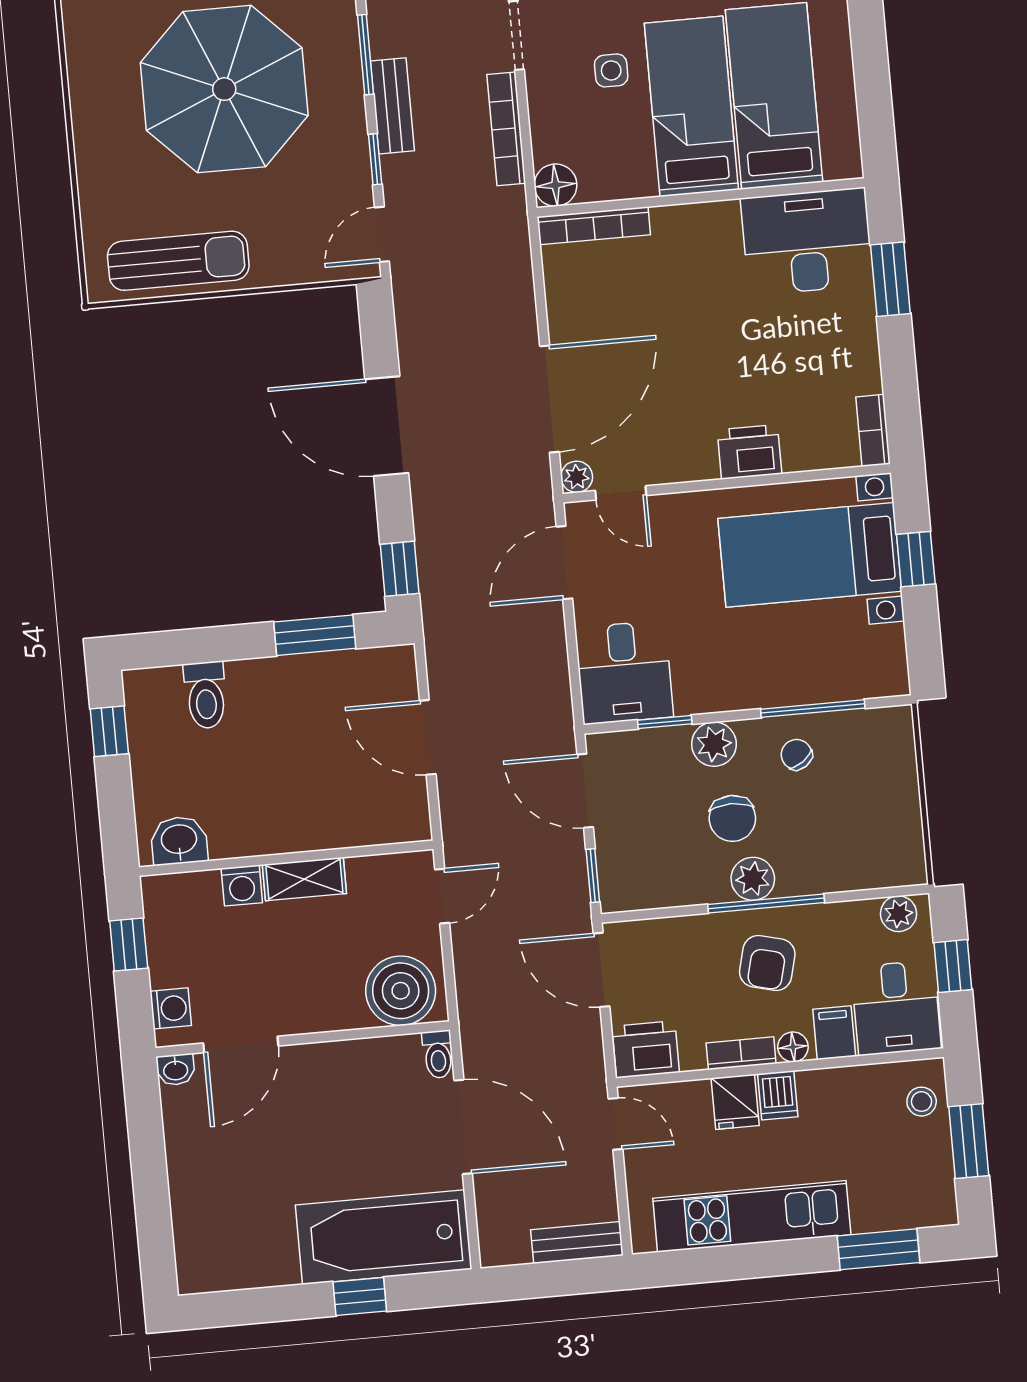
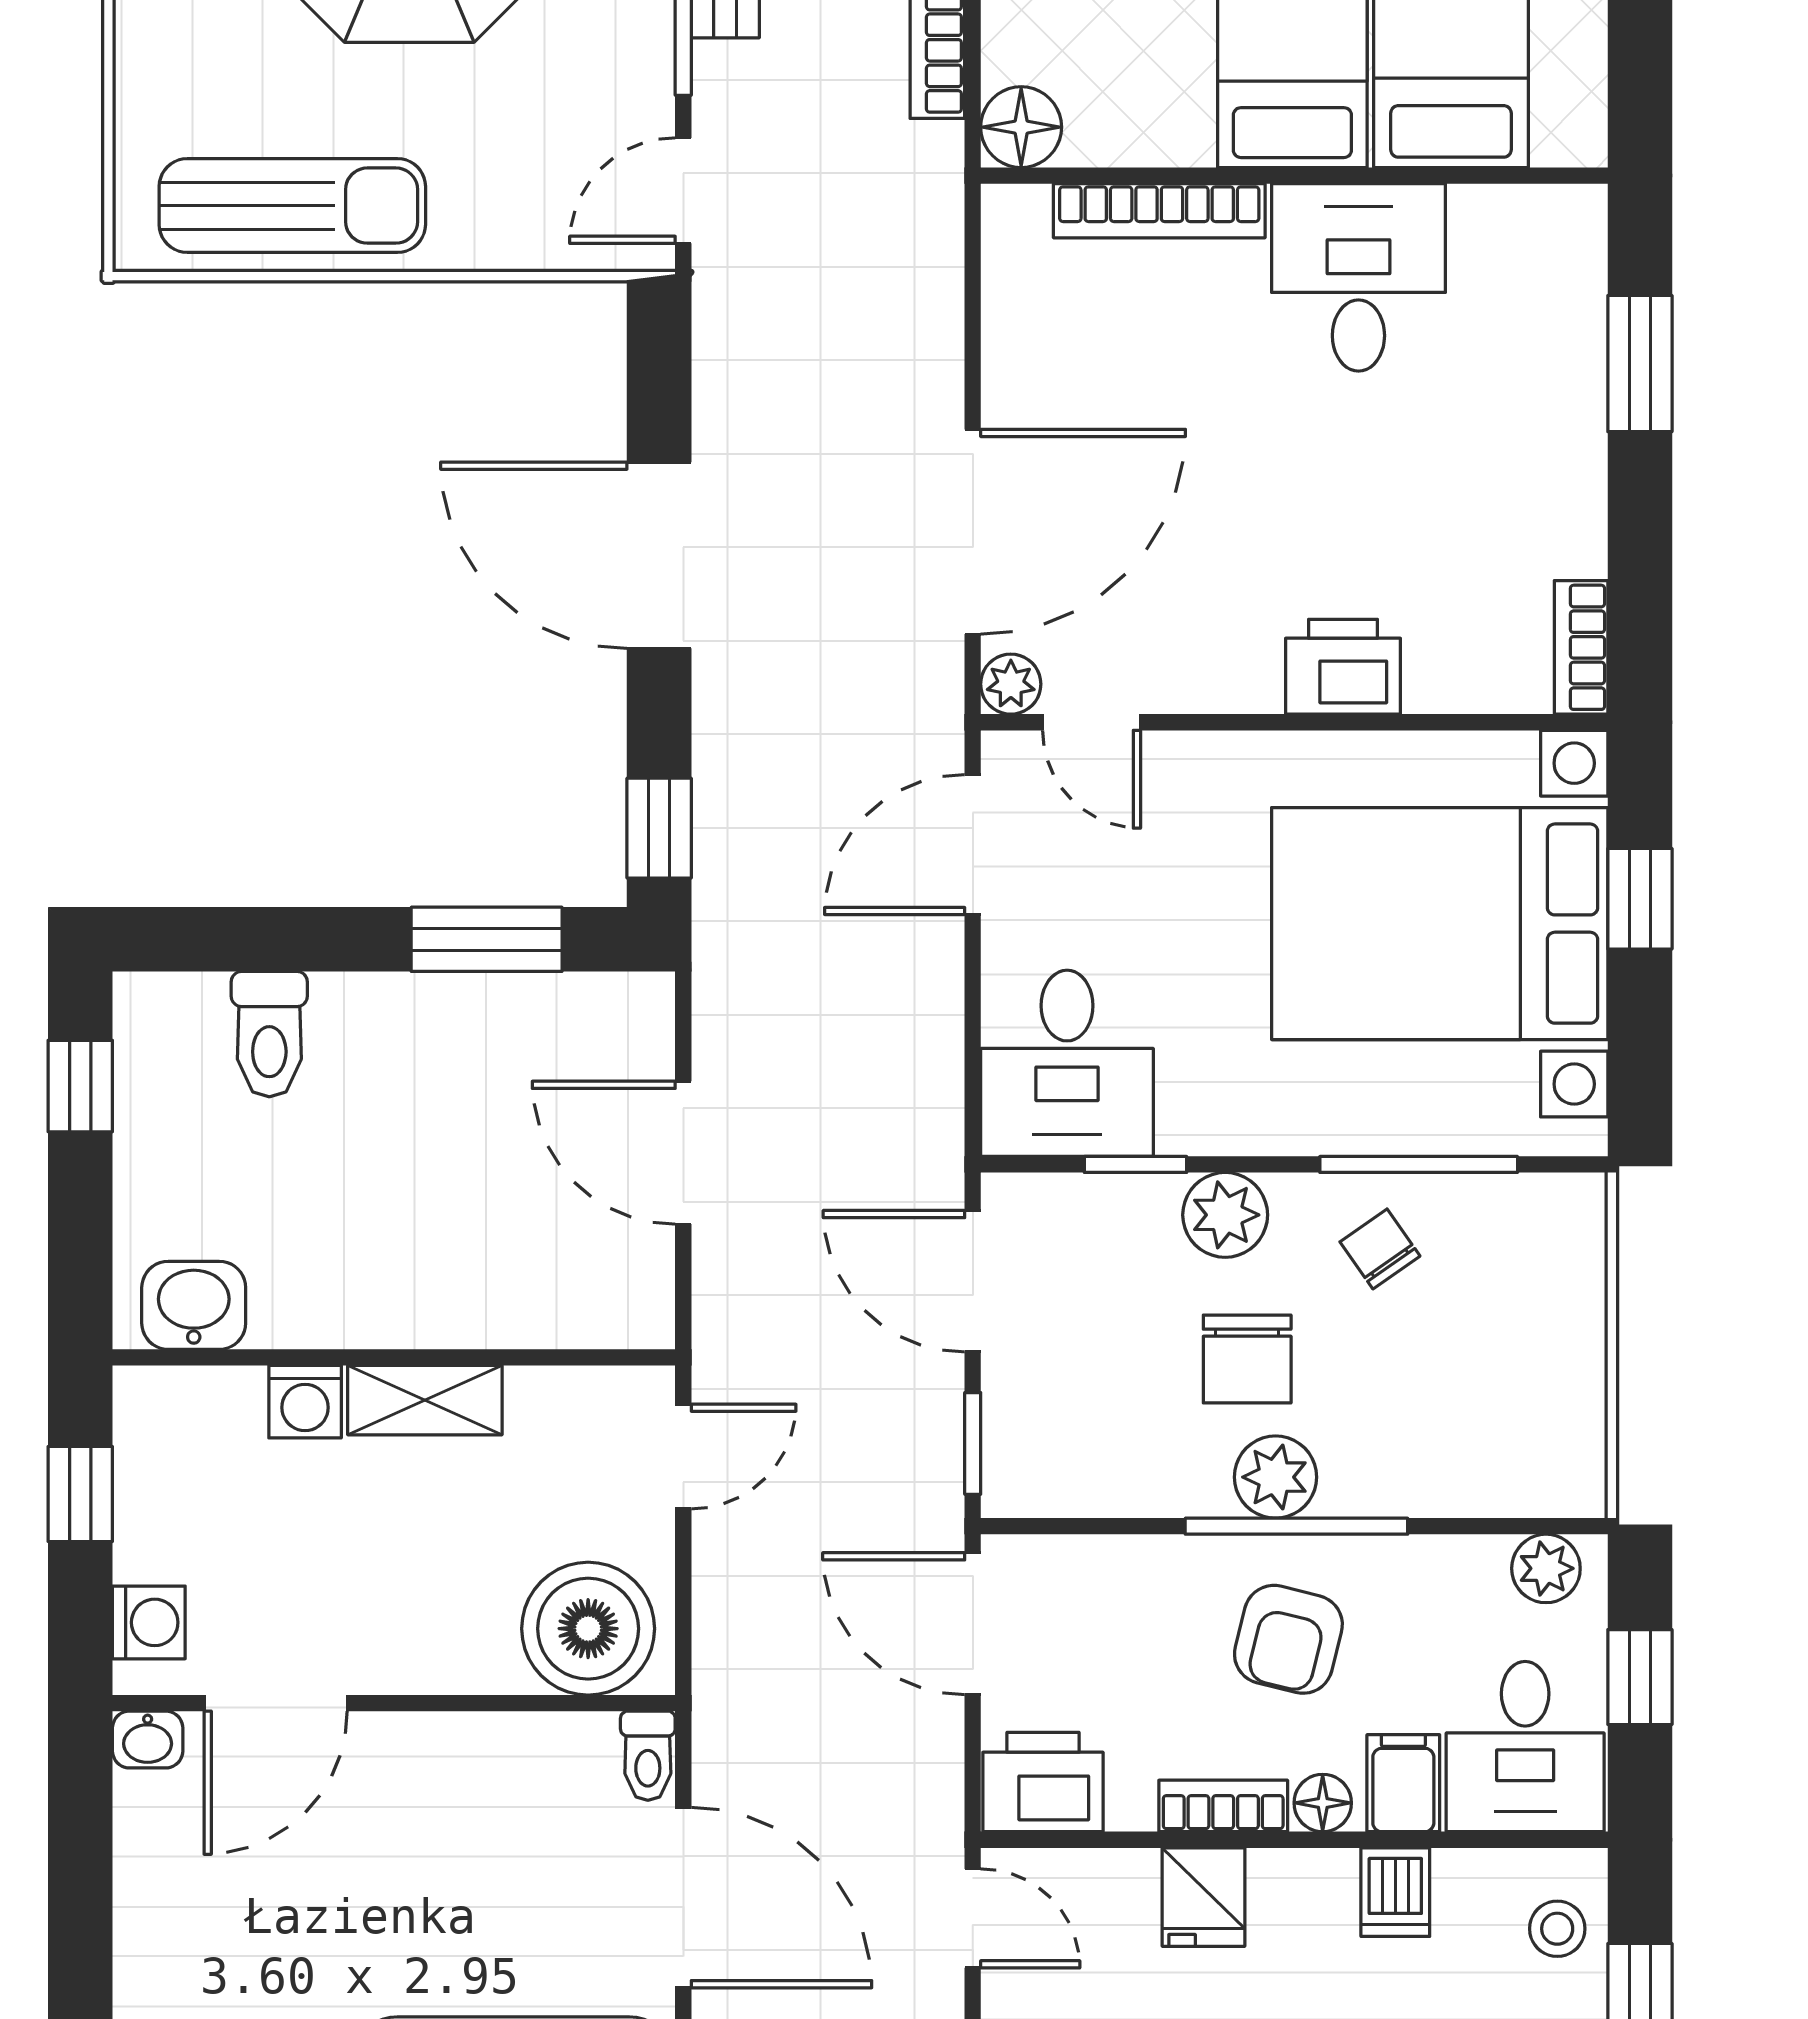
bookcase: (594, 226) -> (1159, 211), moved
desk: (807, 241) -> (1358, 277), moved, width x0.73
bed with nightstands: (810, 555) -> (1440, 924), width x1.36
dishwasher: (778, 1095) -> (1395, 1892), moved

